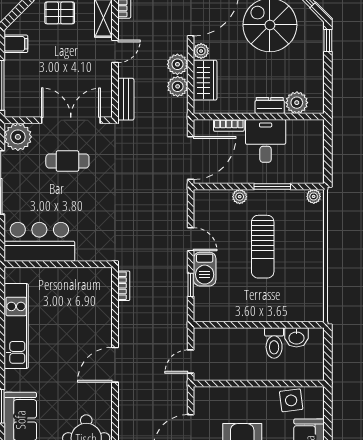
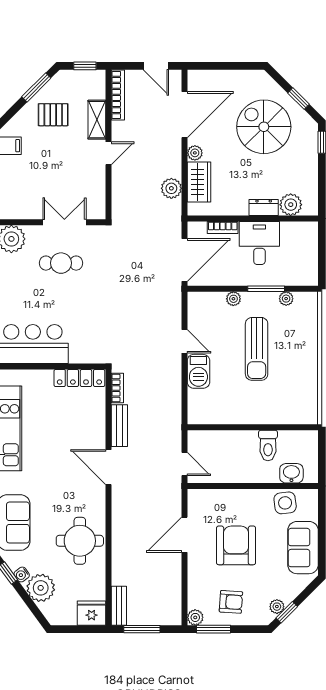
plant: (177, 64) -> (171, 166), removed
bench: (126, 99) -> (119, 426), moved
double door: (71, 120) -> (64, 222), width x0.73
plant: (314, 196) -> (286, 299), moved
locker: (86, 276) -> (79, 378), added
window: (191, 285) -> (184, 387), removed
washbasin: (296, 337) -> (291, 473), moved, turned 180
door: (191, 362) -> (184, 464), swing flipped
door: (115, 365) -> (109, 467), hinge flipped

